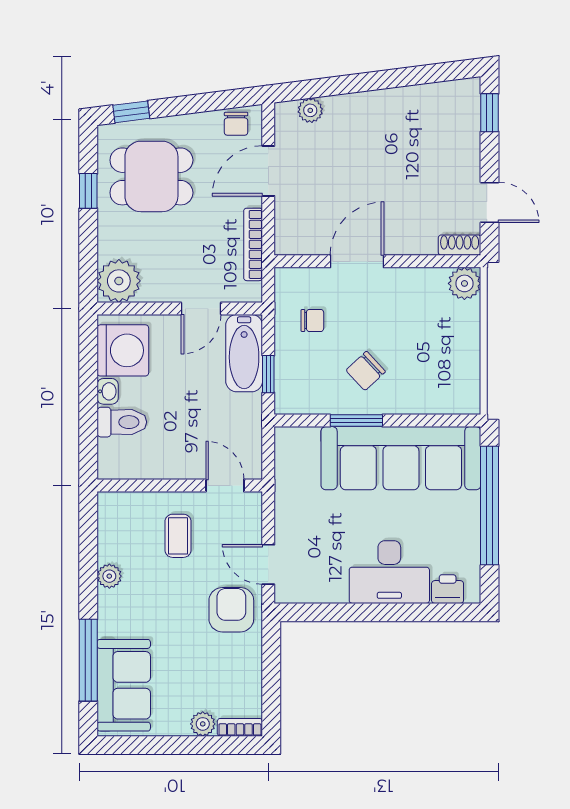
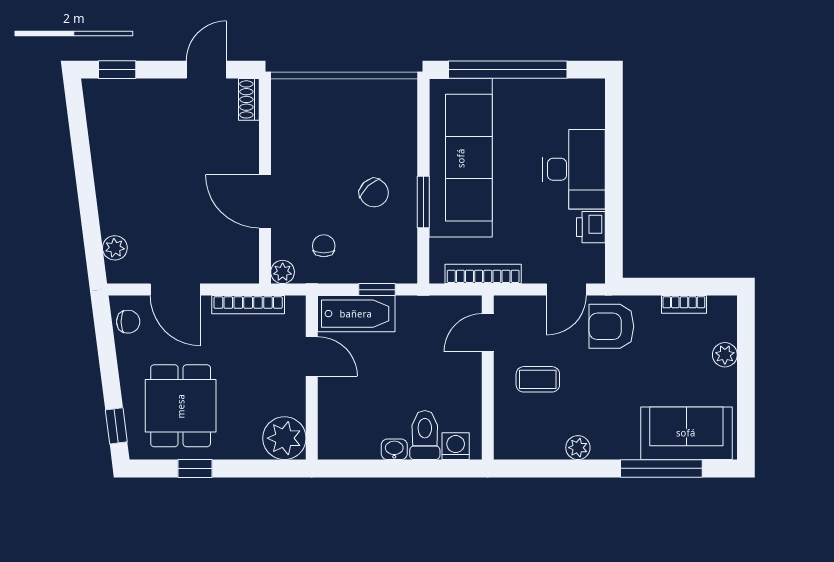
plant: (464, 283) -> (283, 272), moved, width x0.73, depth x0.73
washing machine: (123, 350) -> (456, 446), moved, width x0.53, depth x0.53
bookcase: (284, 481) -> (483, 274), added
printer: (448, 589) -> (591, 227), moved
bookcase: (240, 727) -> (684, 304), moved, turned -90

